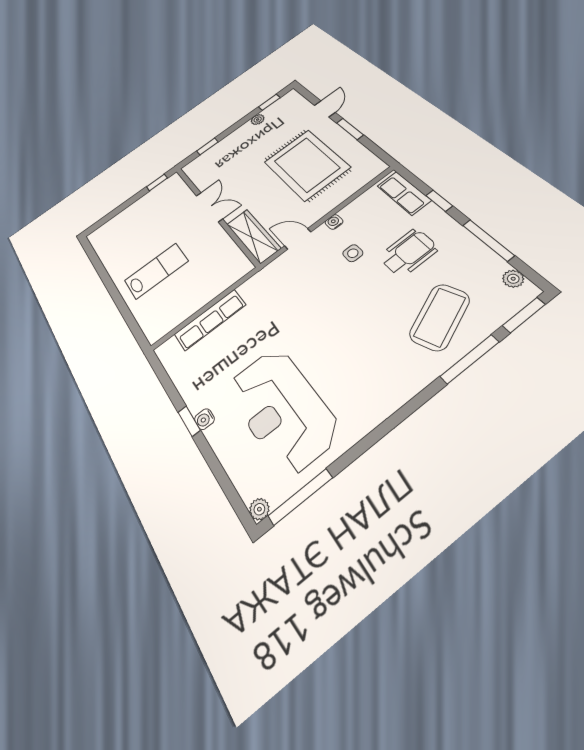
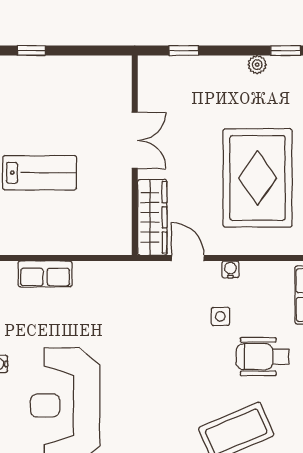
window: (157, 182) -> (31, 51), moved
wheelchair: (409, 253) -> (262, 357), turned 180
row of seats: (210, 320) -> (45, 274), width x0.68

